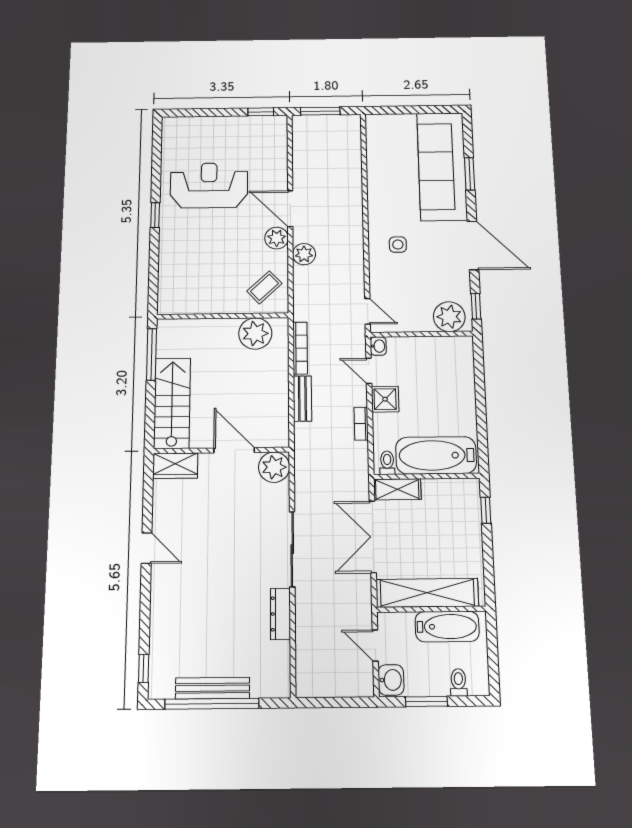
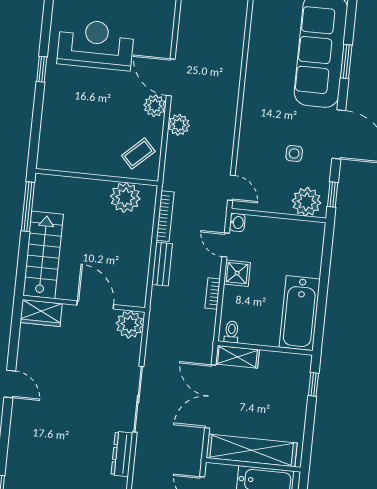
side table: (398, 245) -> (294, 153), moved
bathtub: (436, 455) -> (300, 313), moved, turned -90

